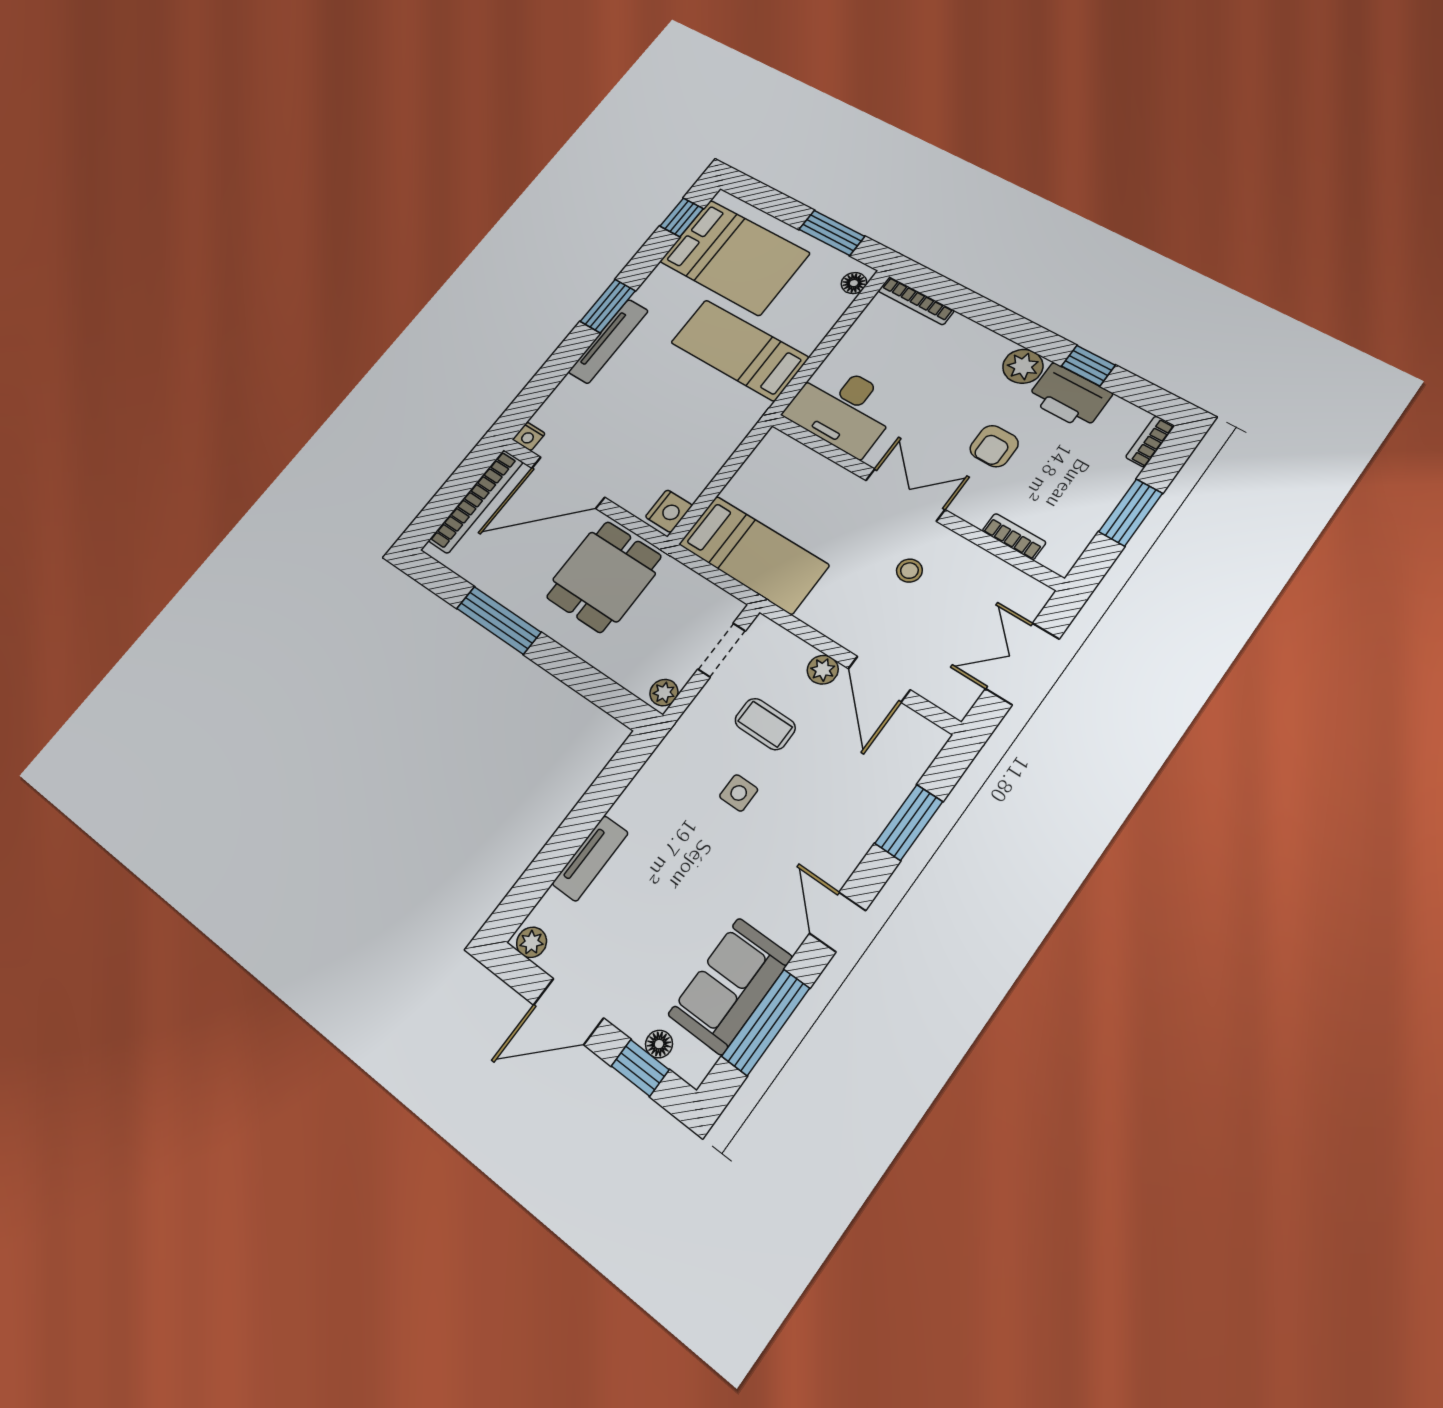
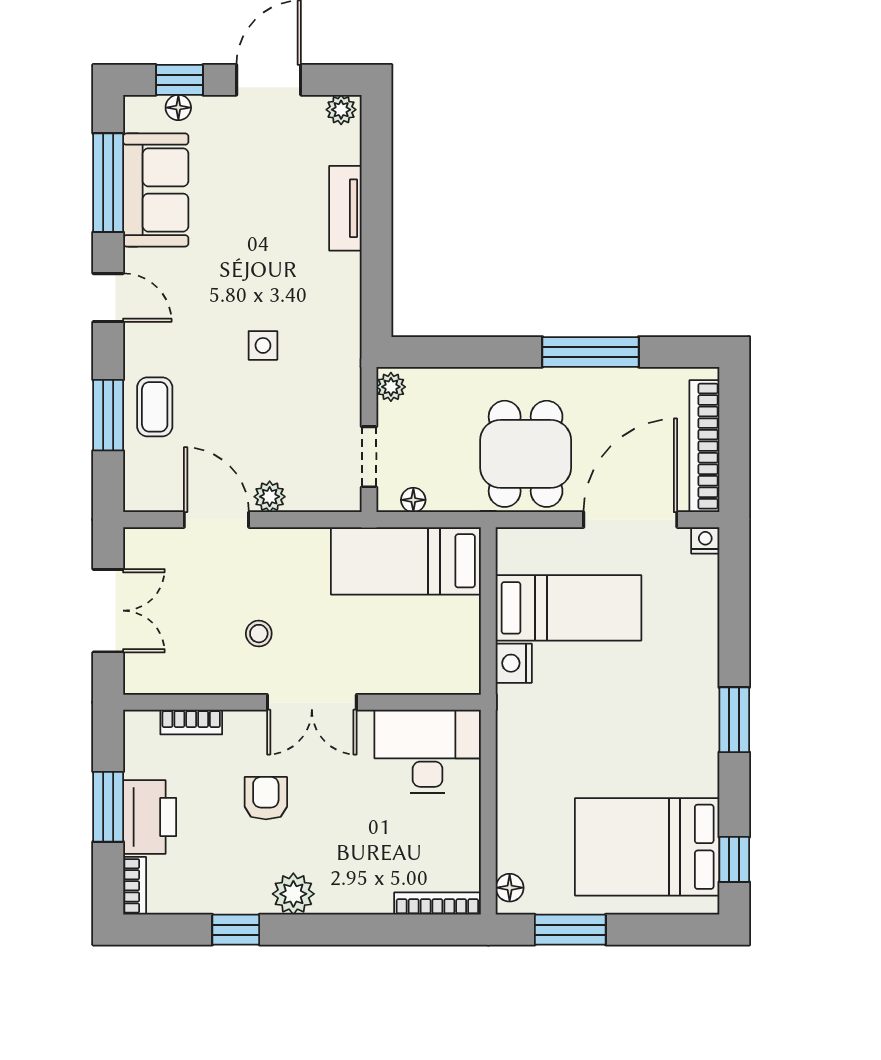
tv unit: (608, 341) -> (704, 684), removed
bed: (739, 350) -> (569, 608), moved
printer: (1069, 396) -> (150, 817), moved, turned 90
nightstand: (669, 511) -> (514, 663), moved
floor lamp: (713, 596) -> (413, 500), added
coffee table: (765, 724) -> (155, 407), moved, turned 90

